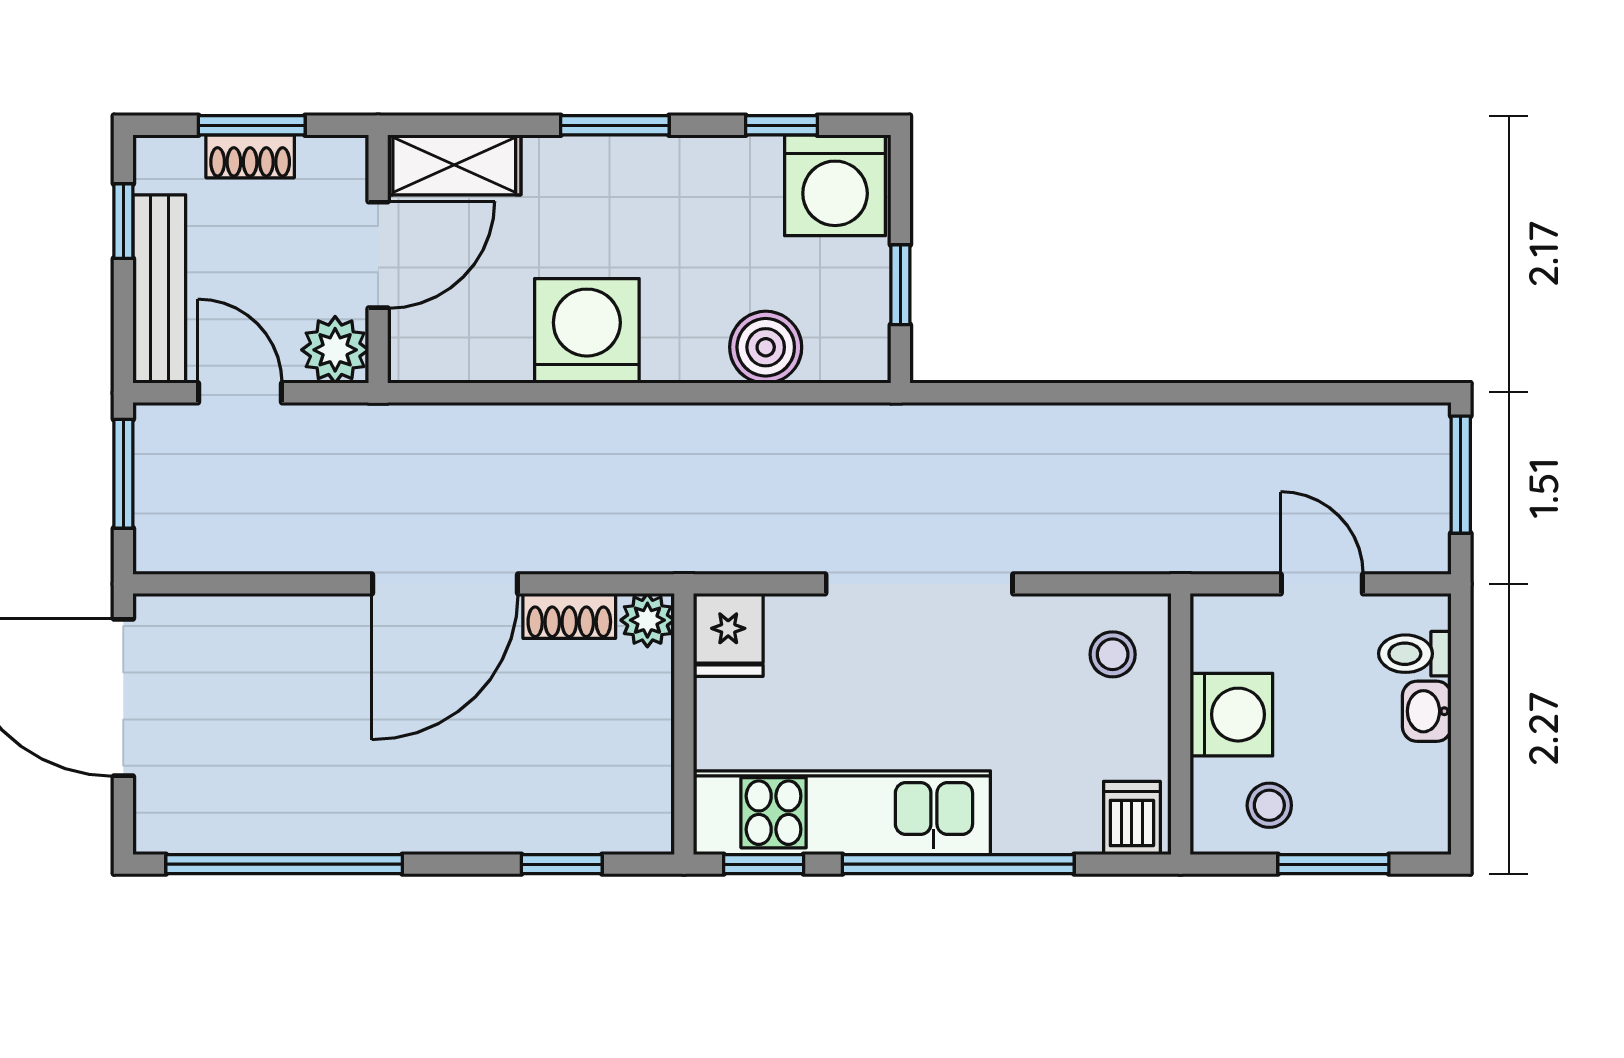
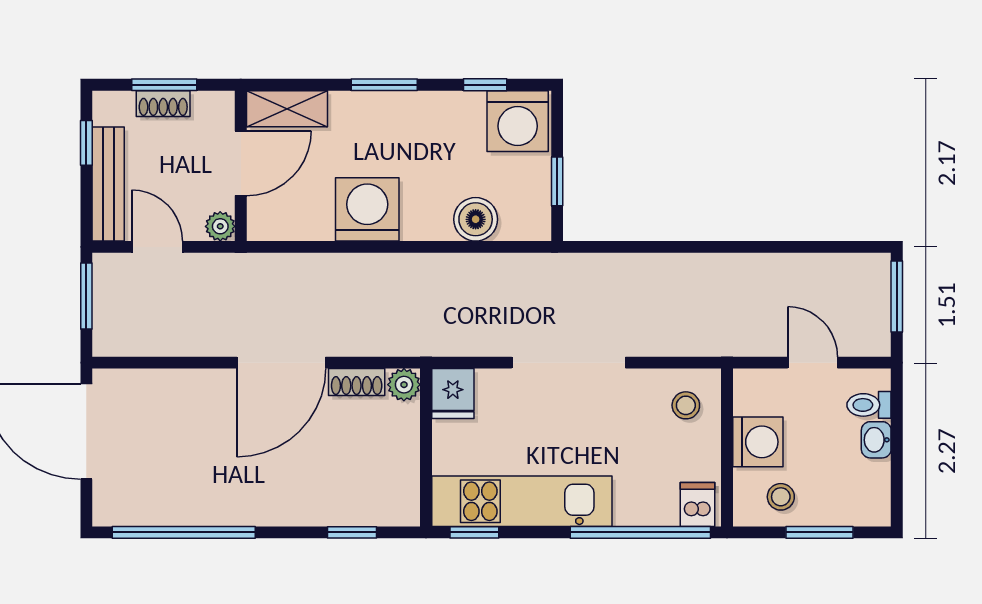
plant: (335, 350) -> (220, 226), width x0.73, depth x0.73
window: (958, 864) -> (640, 532), moved

